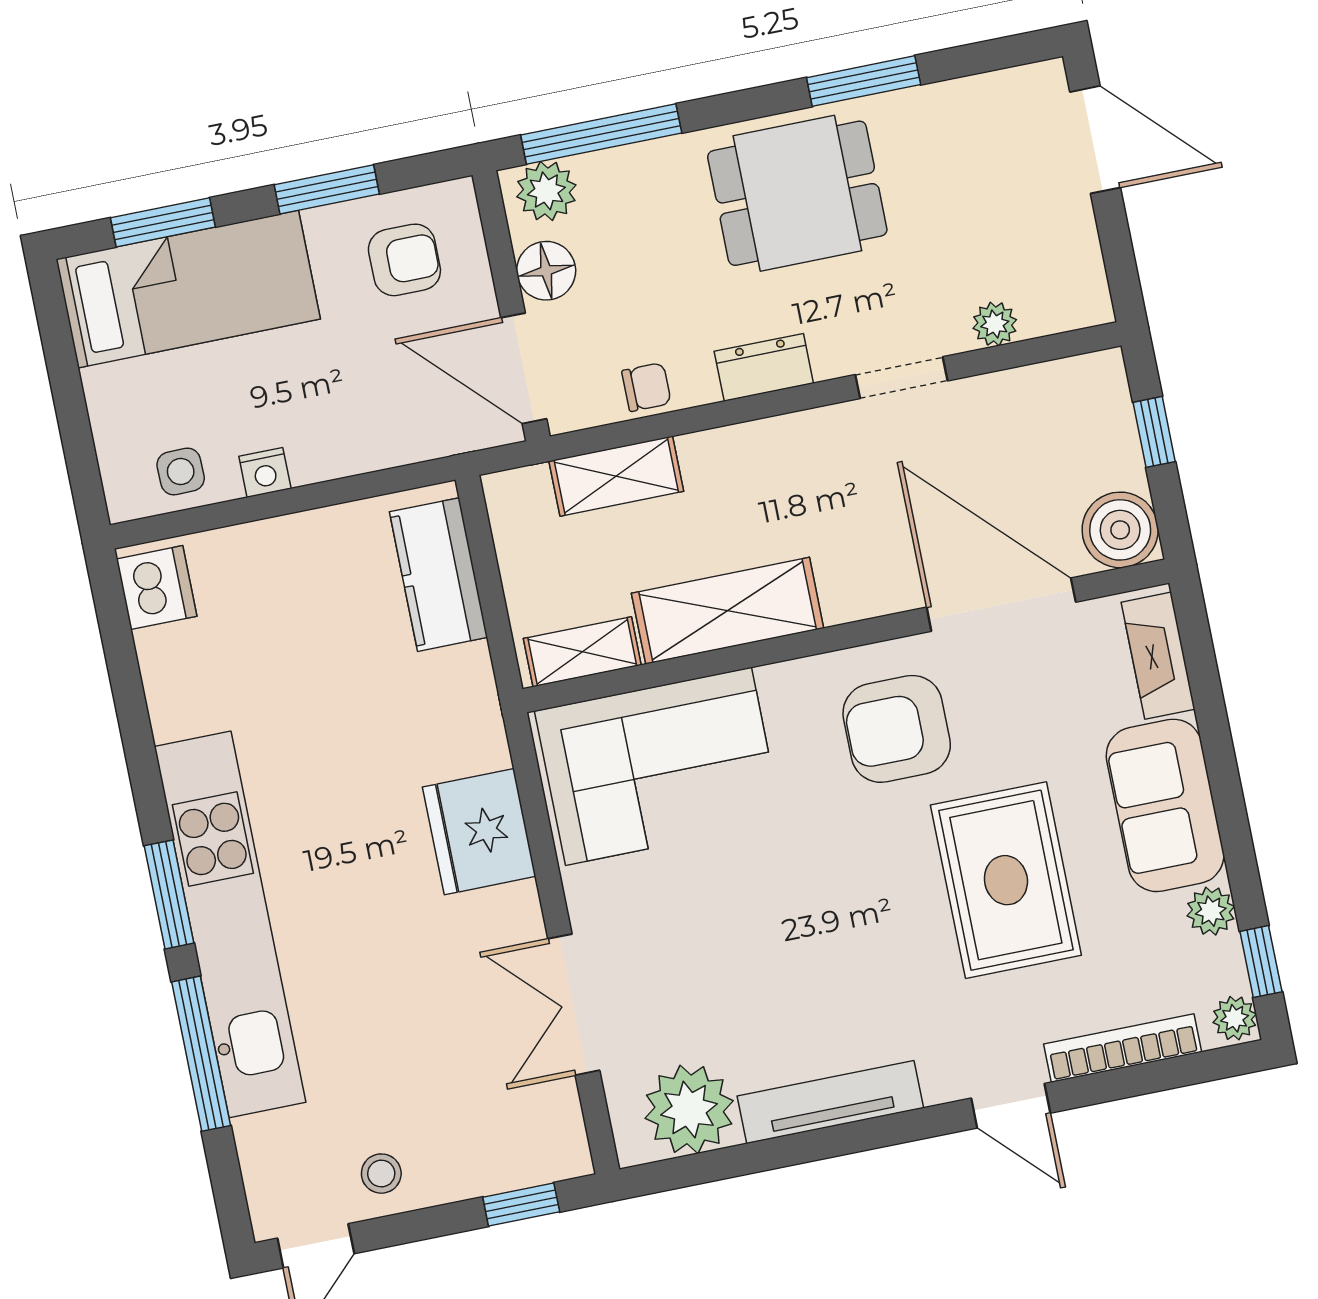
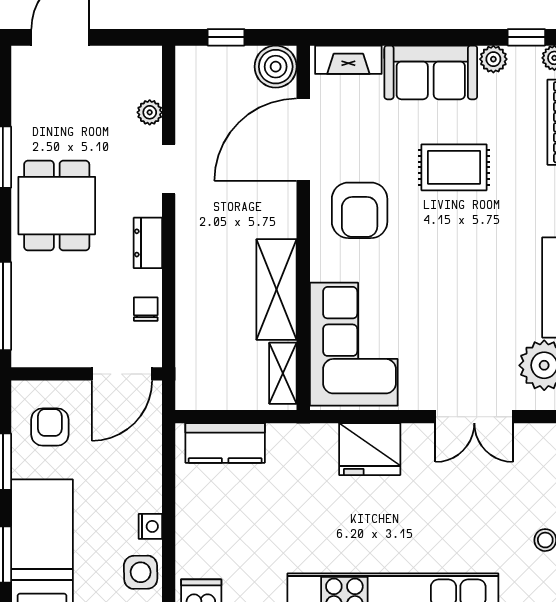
plant: (546, 191) -> (28, 342), removed
floor lamp: (546, 271) -> (71, 351), removed
side table: (181, 471) -> (141, 572), width x1.37, depth x1.37
shelving: (616, 476) -> (191, 335), removed
rug: (1006, 880) -> (454, 167), width x0.73, depth x0.70

